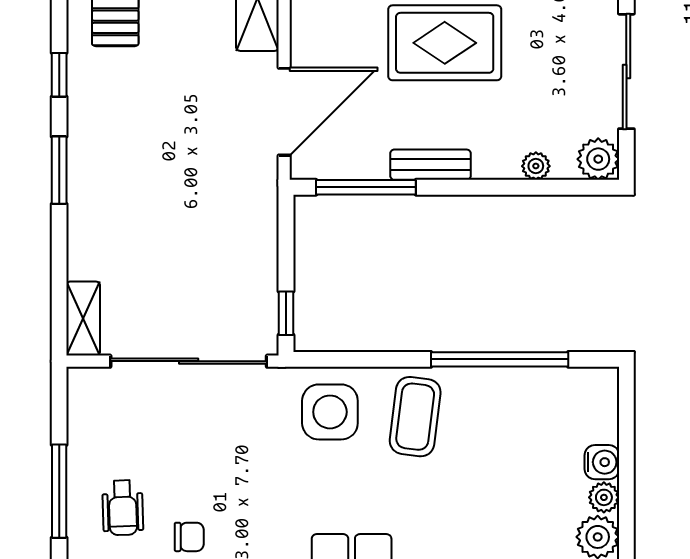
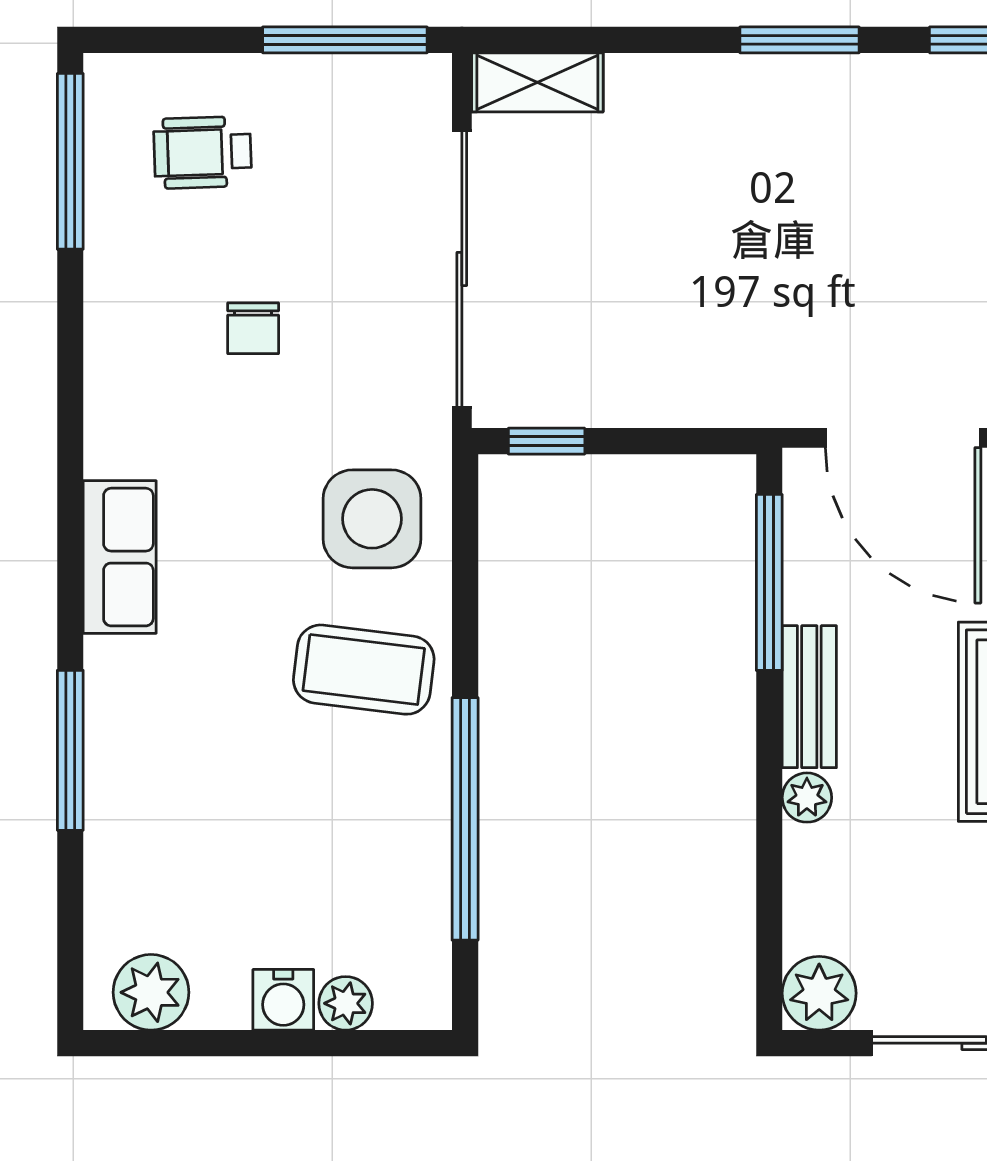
plant: (536, 166) -> (807, 798), moved
window: (59, 491) -> (345, 40), moved
plant: (604, 497) -> (346, 1003), moved
chair: (189, 537) -> (253, 328), moved

